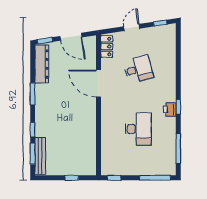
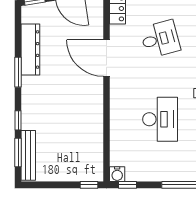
dresser: (42, 64) -> (30, 50), moved
water cooler: (106, 170) -> (117, 174), added
window: (72, 178) -> (89, 185), moved

